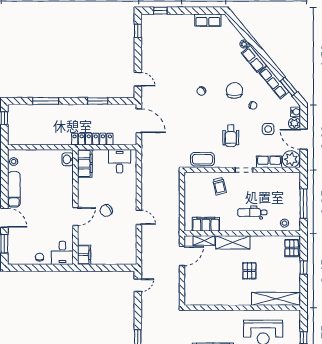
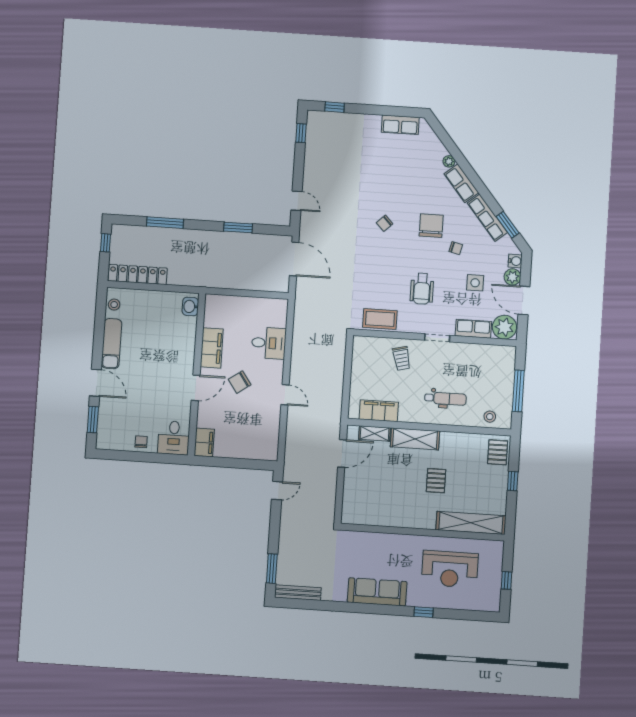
locker: (92, 139) -> (138, 275), moved
desk: (120, 161) -> (269, 343), moved, turned 90
filing cabinet: (85, 163) -> (212, 348), moved
dental chair: (252, 212) -> (445, 399), turned 180

